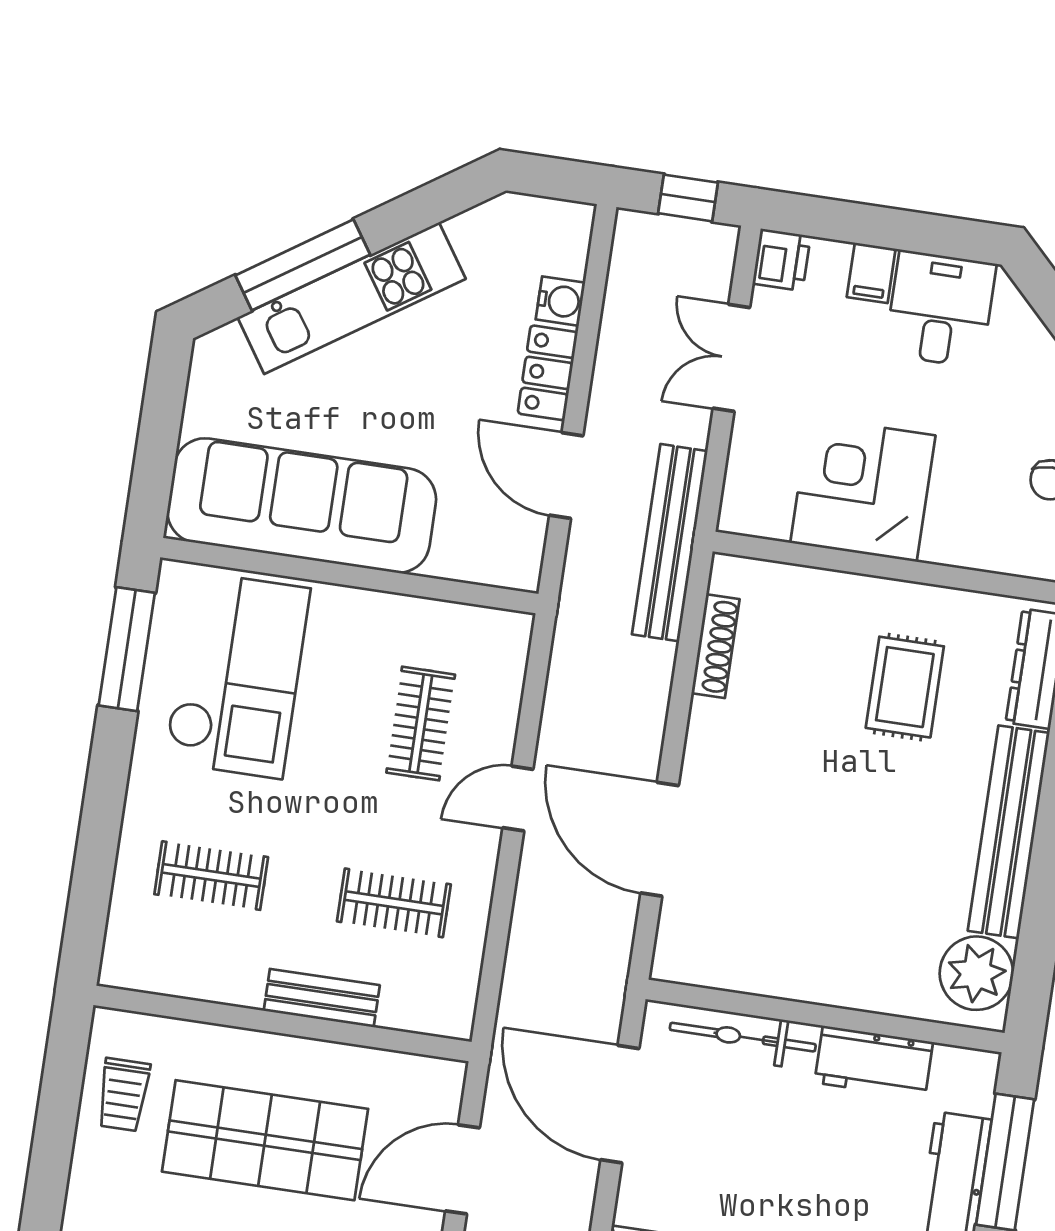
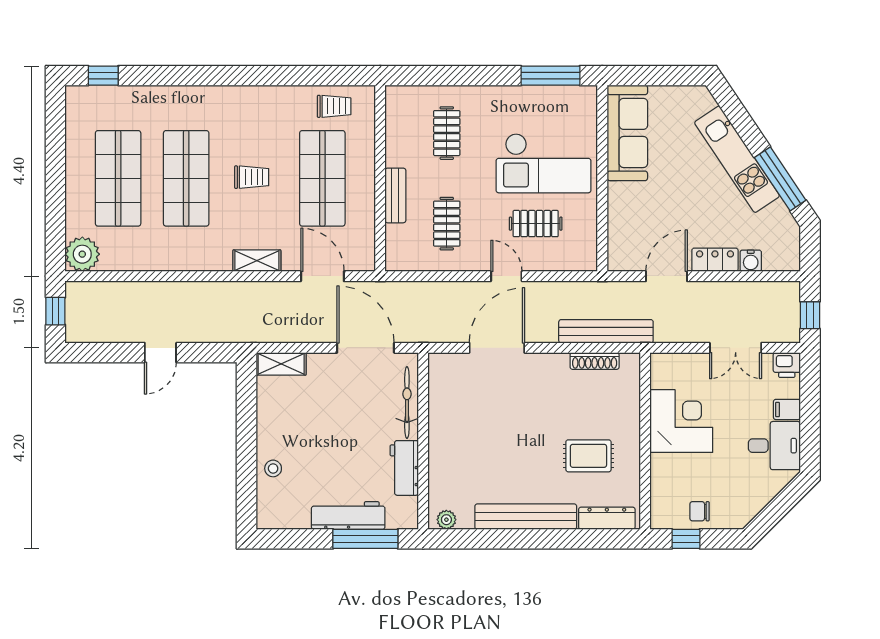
window: (303, 265) -> (780, 179), moved
double door: (731, 358) -> (736, 348), swing flipped
sofa: (302, 506) -> (627, 133), width x0.74, depth x0.79
bench: (670, 543) -> (606, 331), moved
checkout: (237, 675) -> (544, 163), moved
plant: (976, 973) -> (446, 520), width x0.53, depth x0.53
trolley: (123, 1095) -> (334, 106), turned 180
door: (620, 1104) -> (366, 348), hinge flipped

